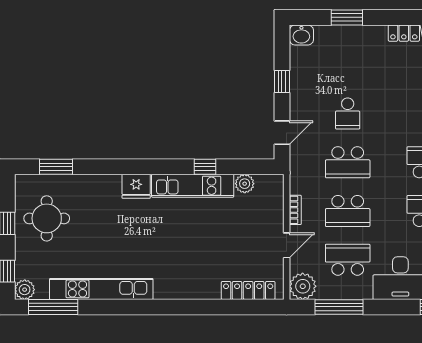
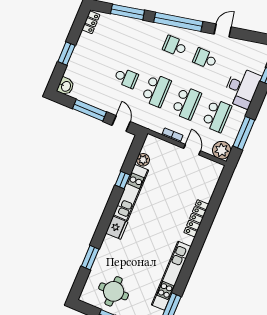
window: (282, 82) -> (89, 110), width x2.17
window: (56, 167) -> (90, 258), moved
school desk: (348, 260) -> (217, 116), turned 180
locker: (248, 290) -> (196, 218), moved

